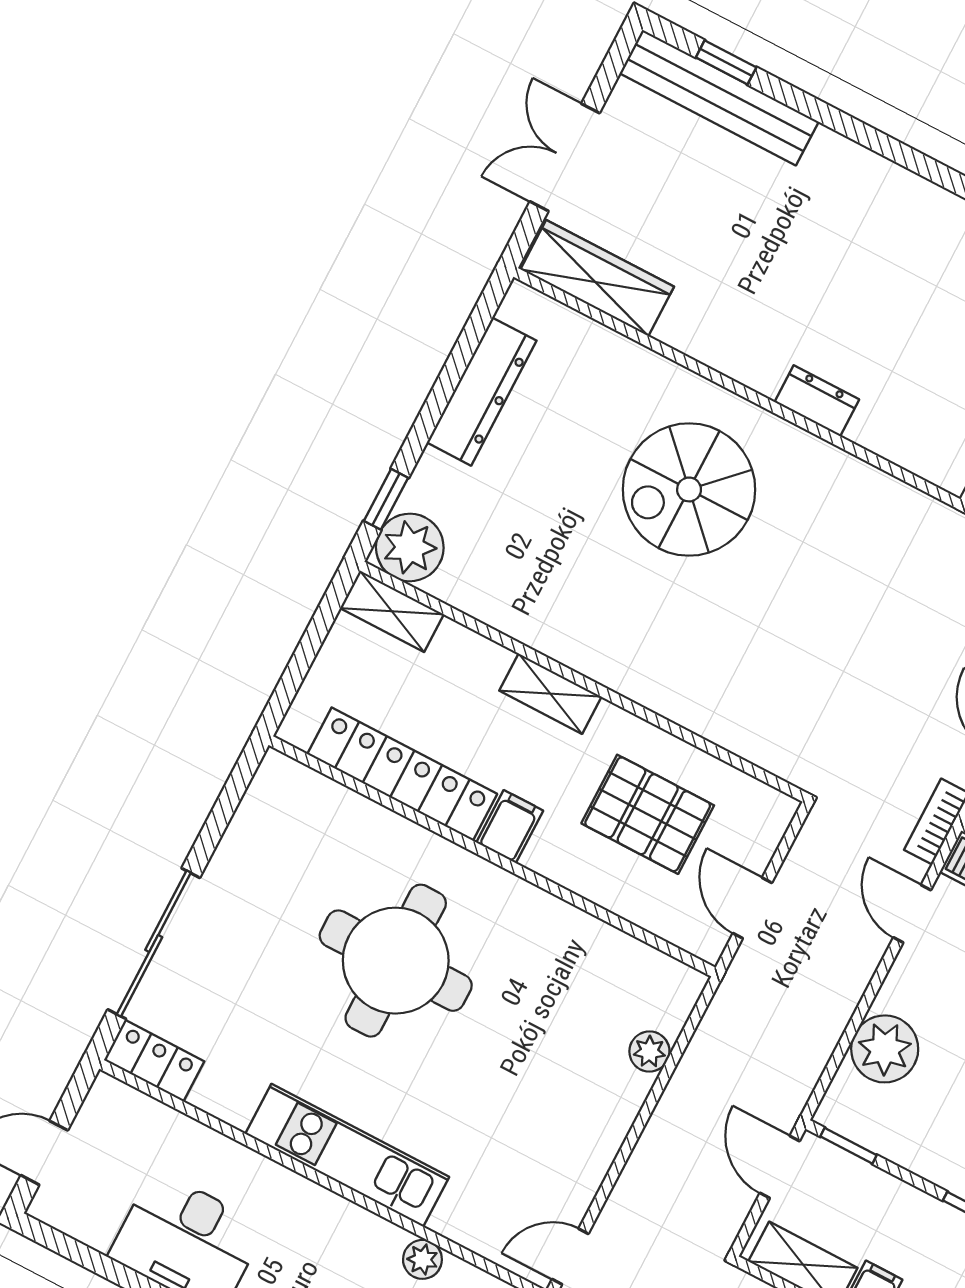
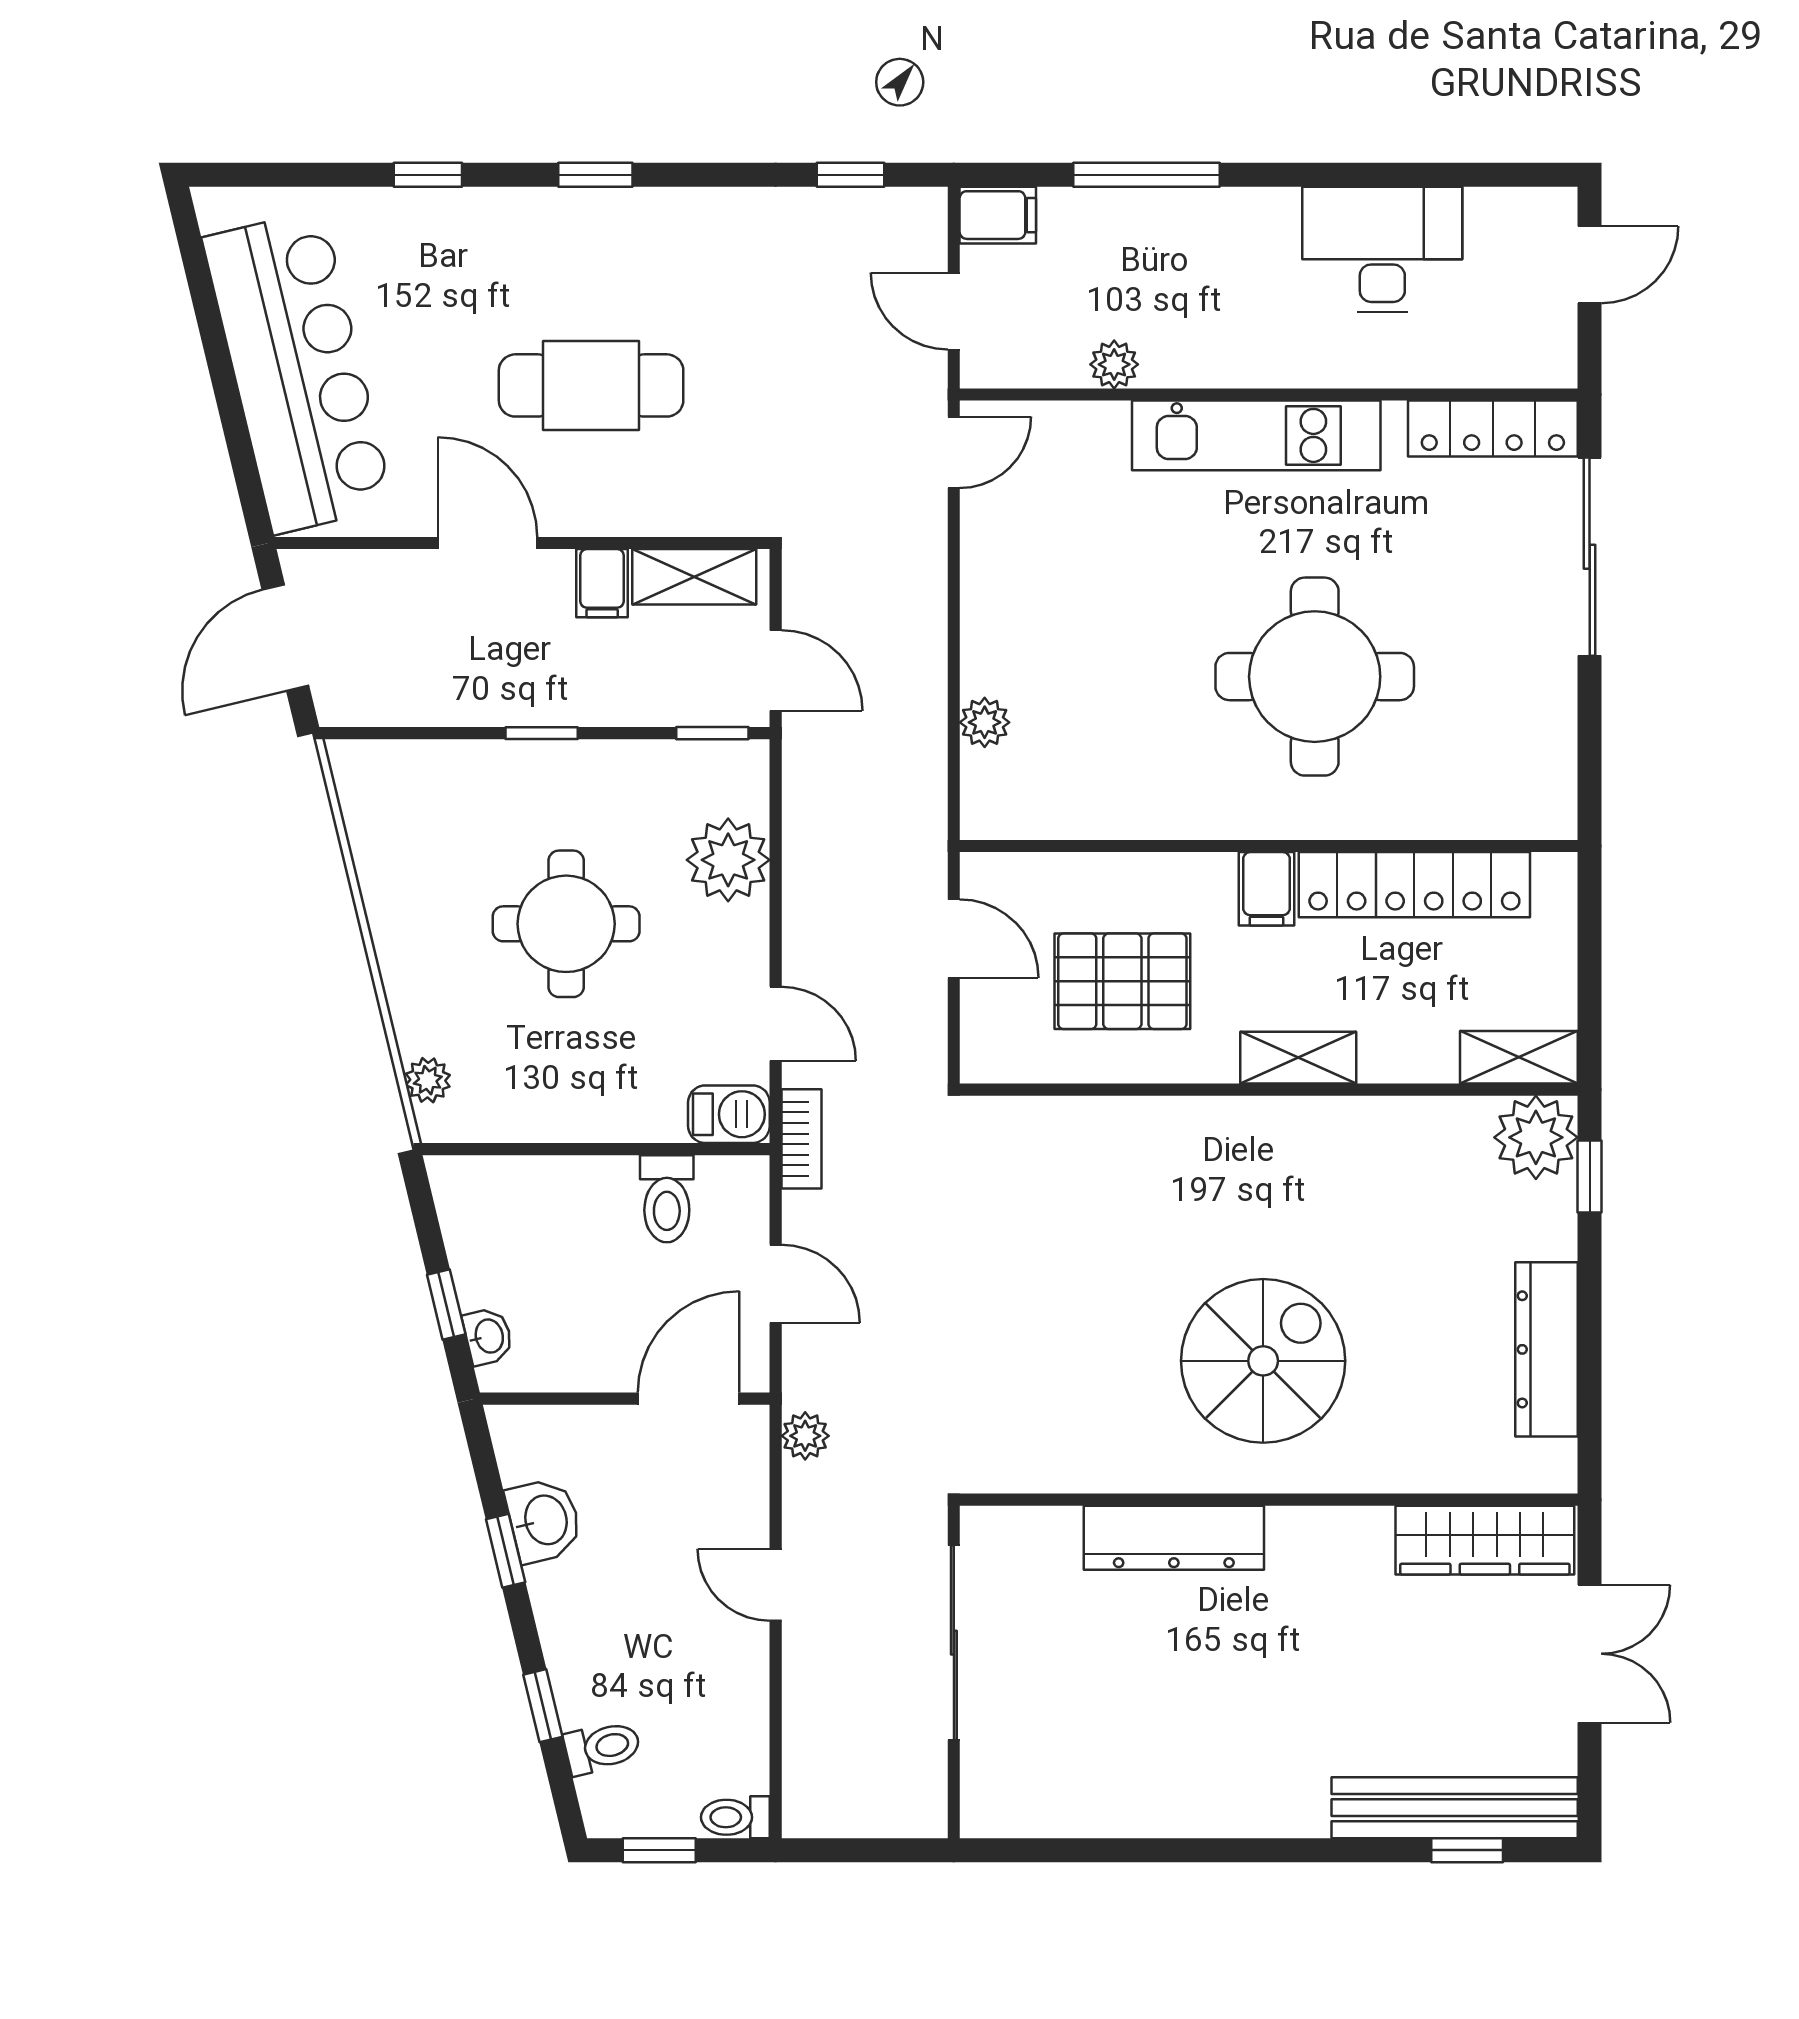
dresser: (817, 401) -> (1174, 1538), width x1.96, depth x1.24
locker: (154, 1061) -> (1493, 429), width x1.53

